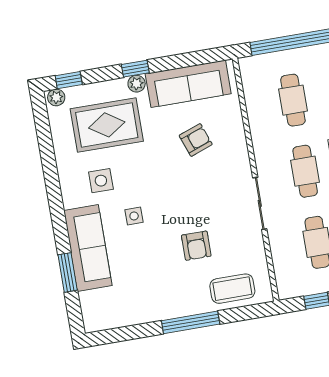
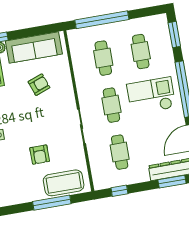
coffee table: (232, 289) -> (64, 183), width x1.36, depth x1.32
window: (191, 322) -> (52, 203), moved

